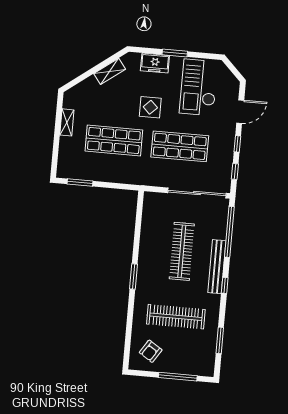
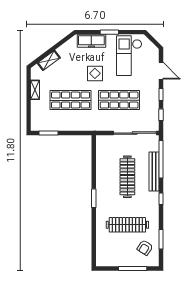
freezer: (155, 63) -> (91, 41), width x1.40
shelving: (110, 71) -> (49, 60), moved
door: (240, 112) -> (161, 71), hinge flipped
bench: (217, 267) -> (154, 171), moved
armchair: (151, 351) -> (145, 248), moved

